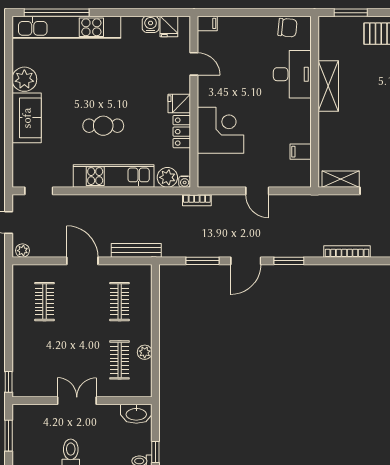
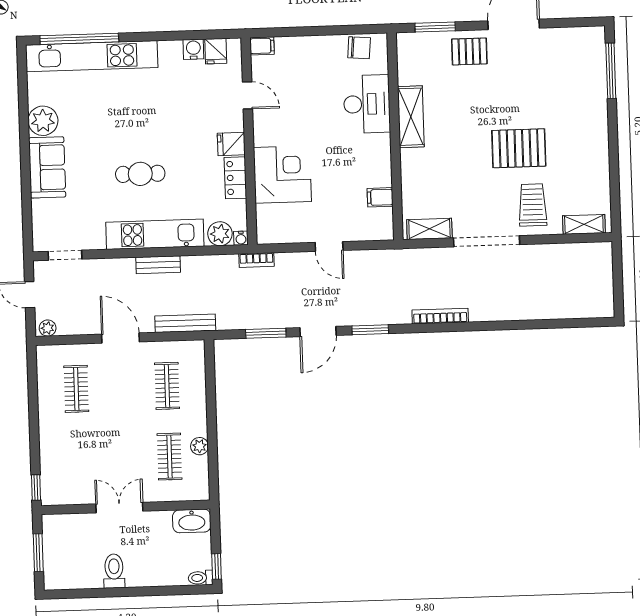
bench: (116, 201) -> (158, 265), added

